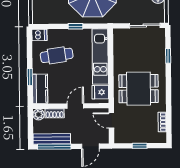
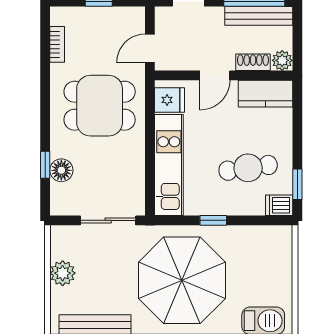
sliding door: (145, 26) -> (108, 220), moved
floor lamp: (159, 53) -> (61, 170), added
window: (30, 77) -> (297, 184), moved
kitchen counter: (40, 89) -> (265, 94), moved, turned -90
door: (111, 120) -> (150, 48), swing flipped

